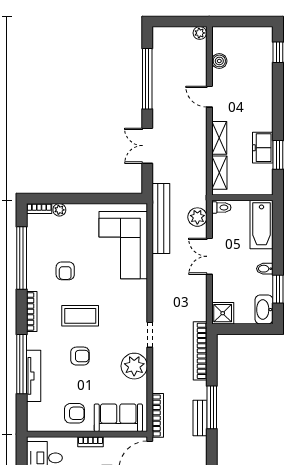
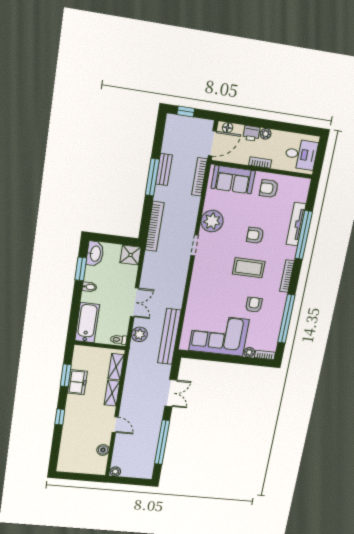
window: (278, 52) -> (60, 417), moved
corner sofa: (123, 245) -> (219, 335), moved, turned -90

